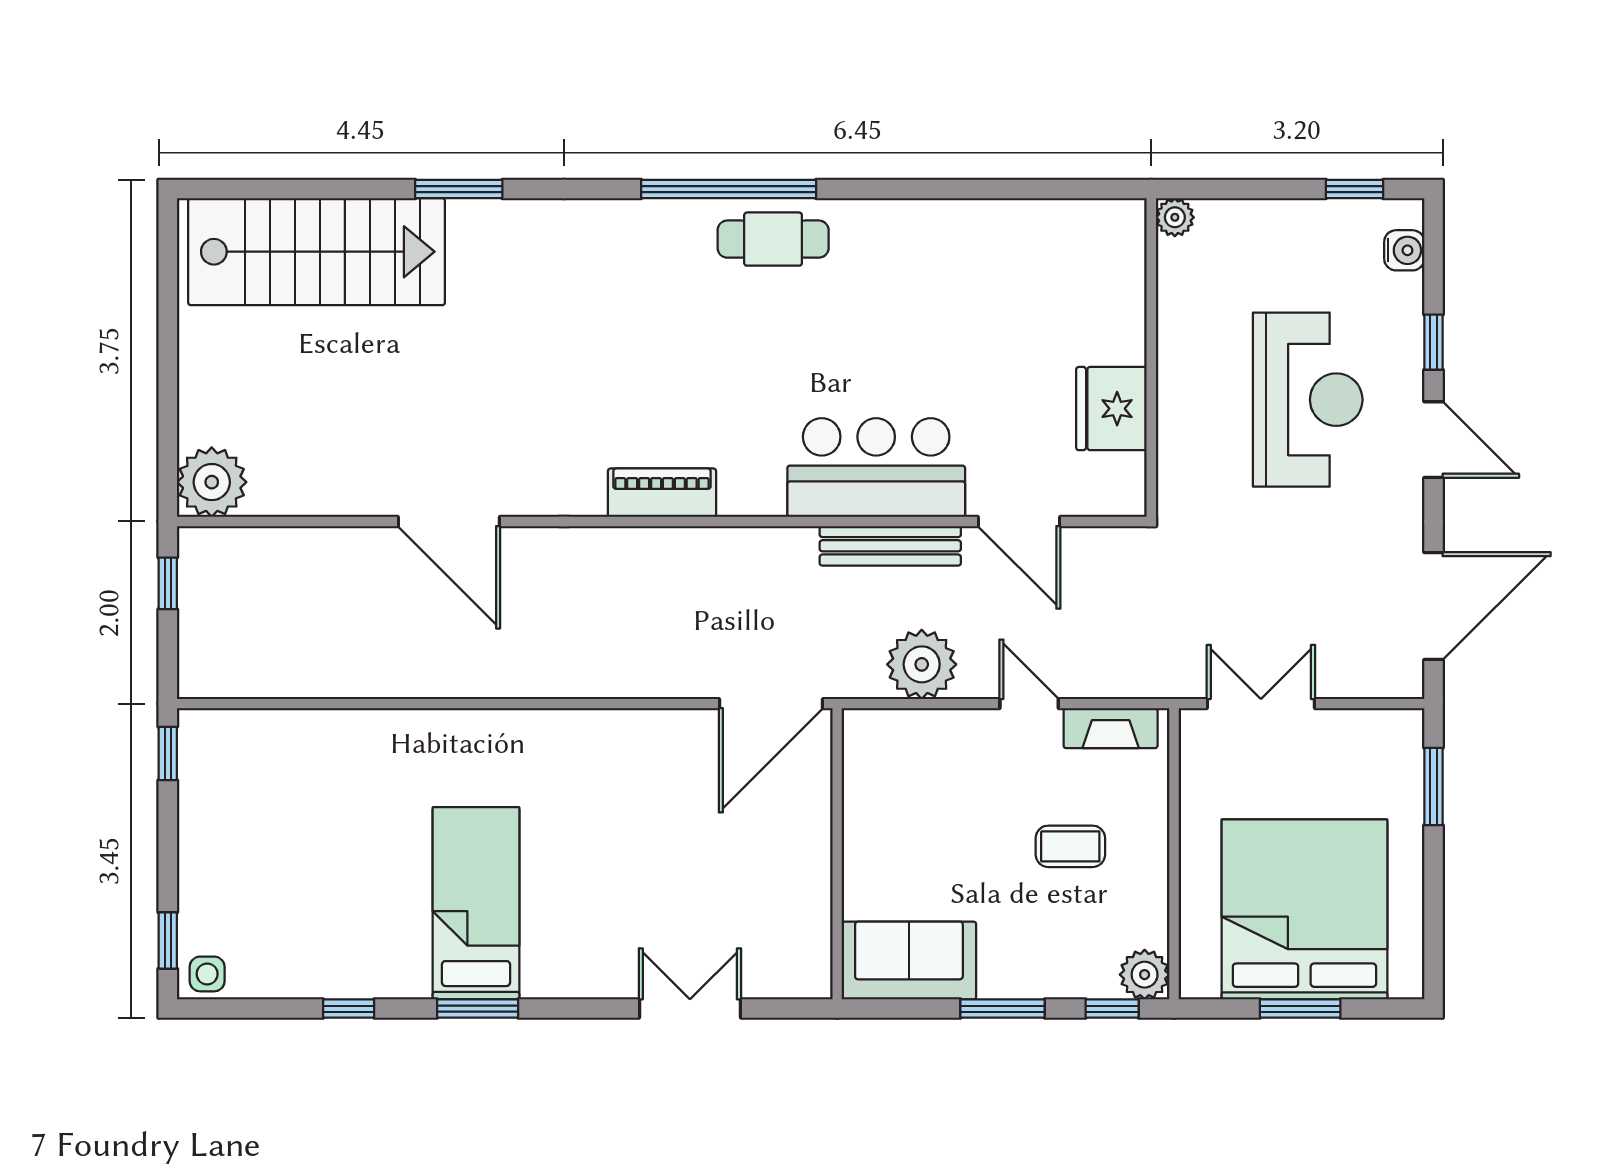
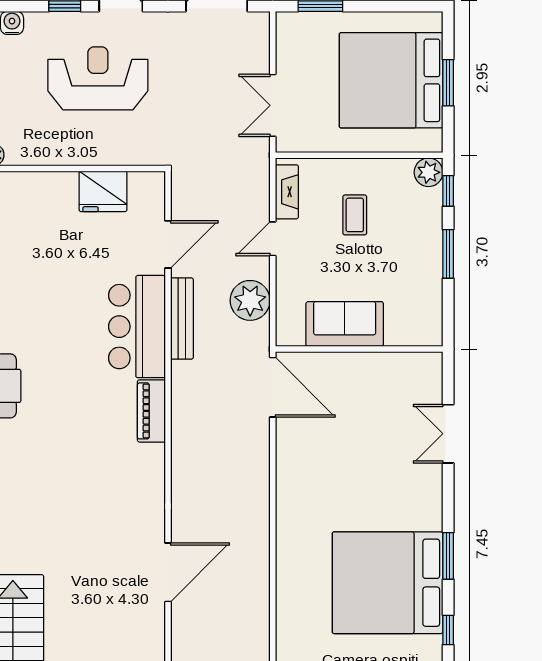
piano: (662, 493) -> (151, 411), moved
bed: (476, 903) -> (388, 583), width x2.04
sofa: (909, 961) -> (345, 324), moved, turned 90

